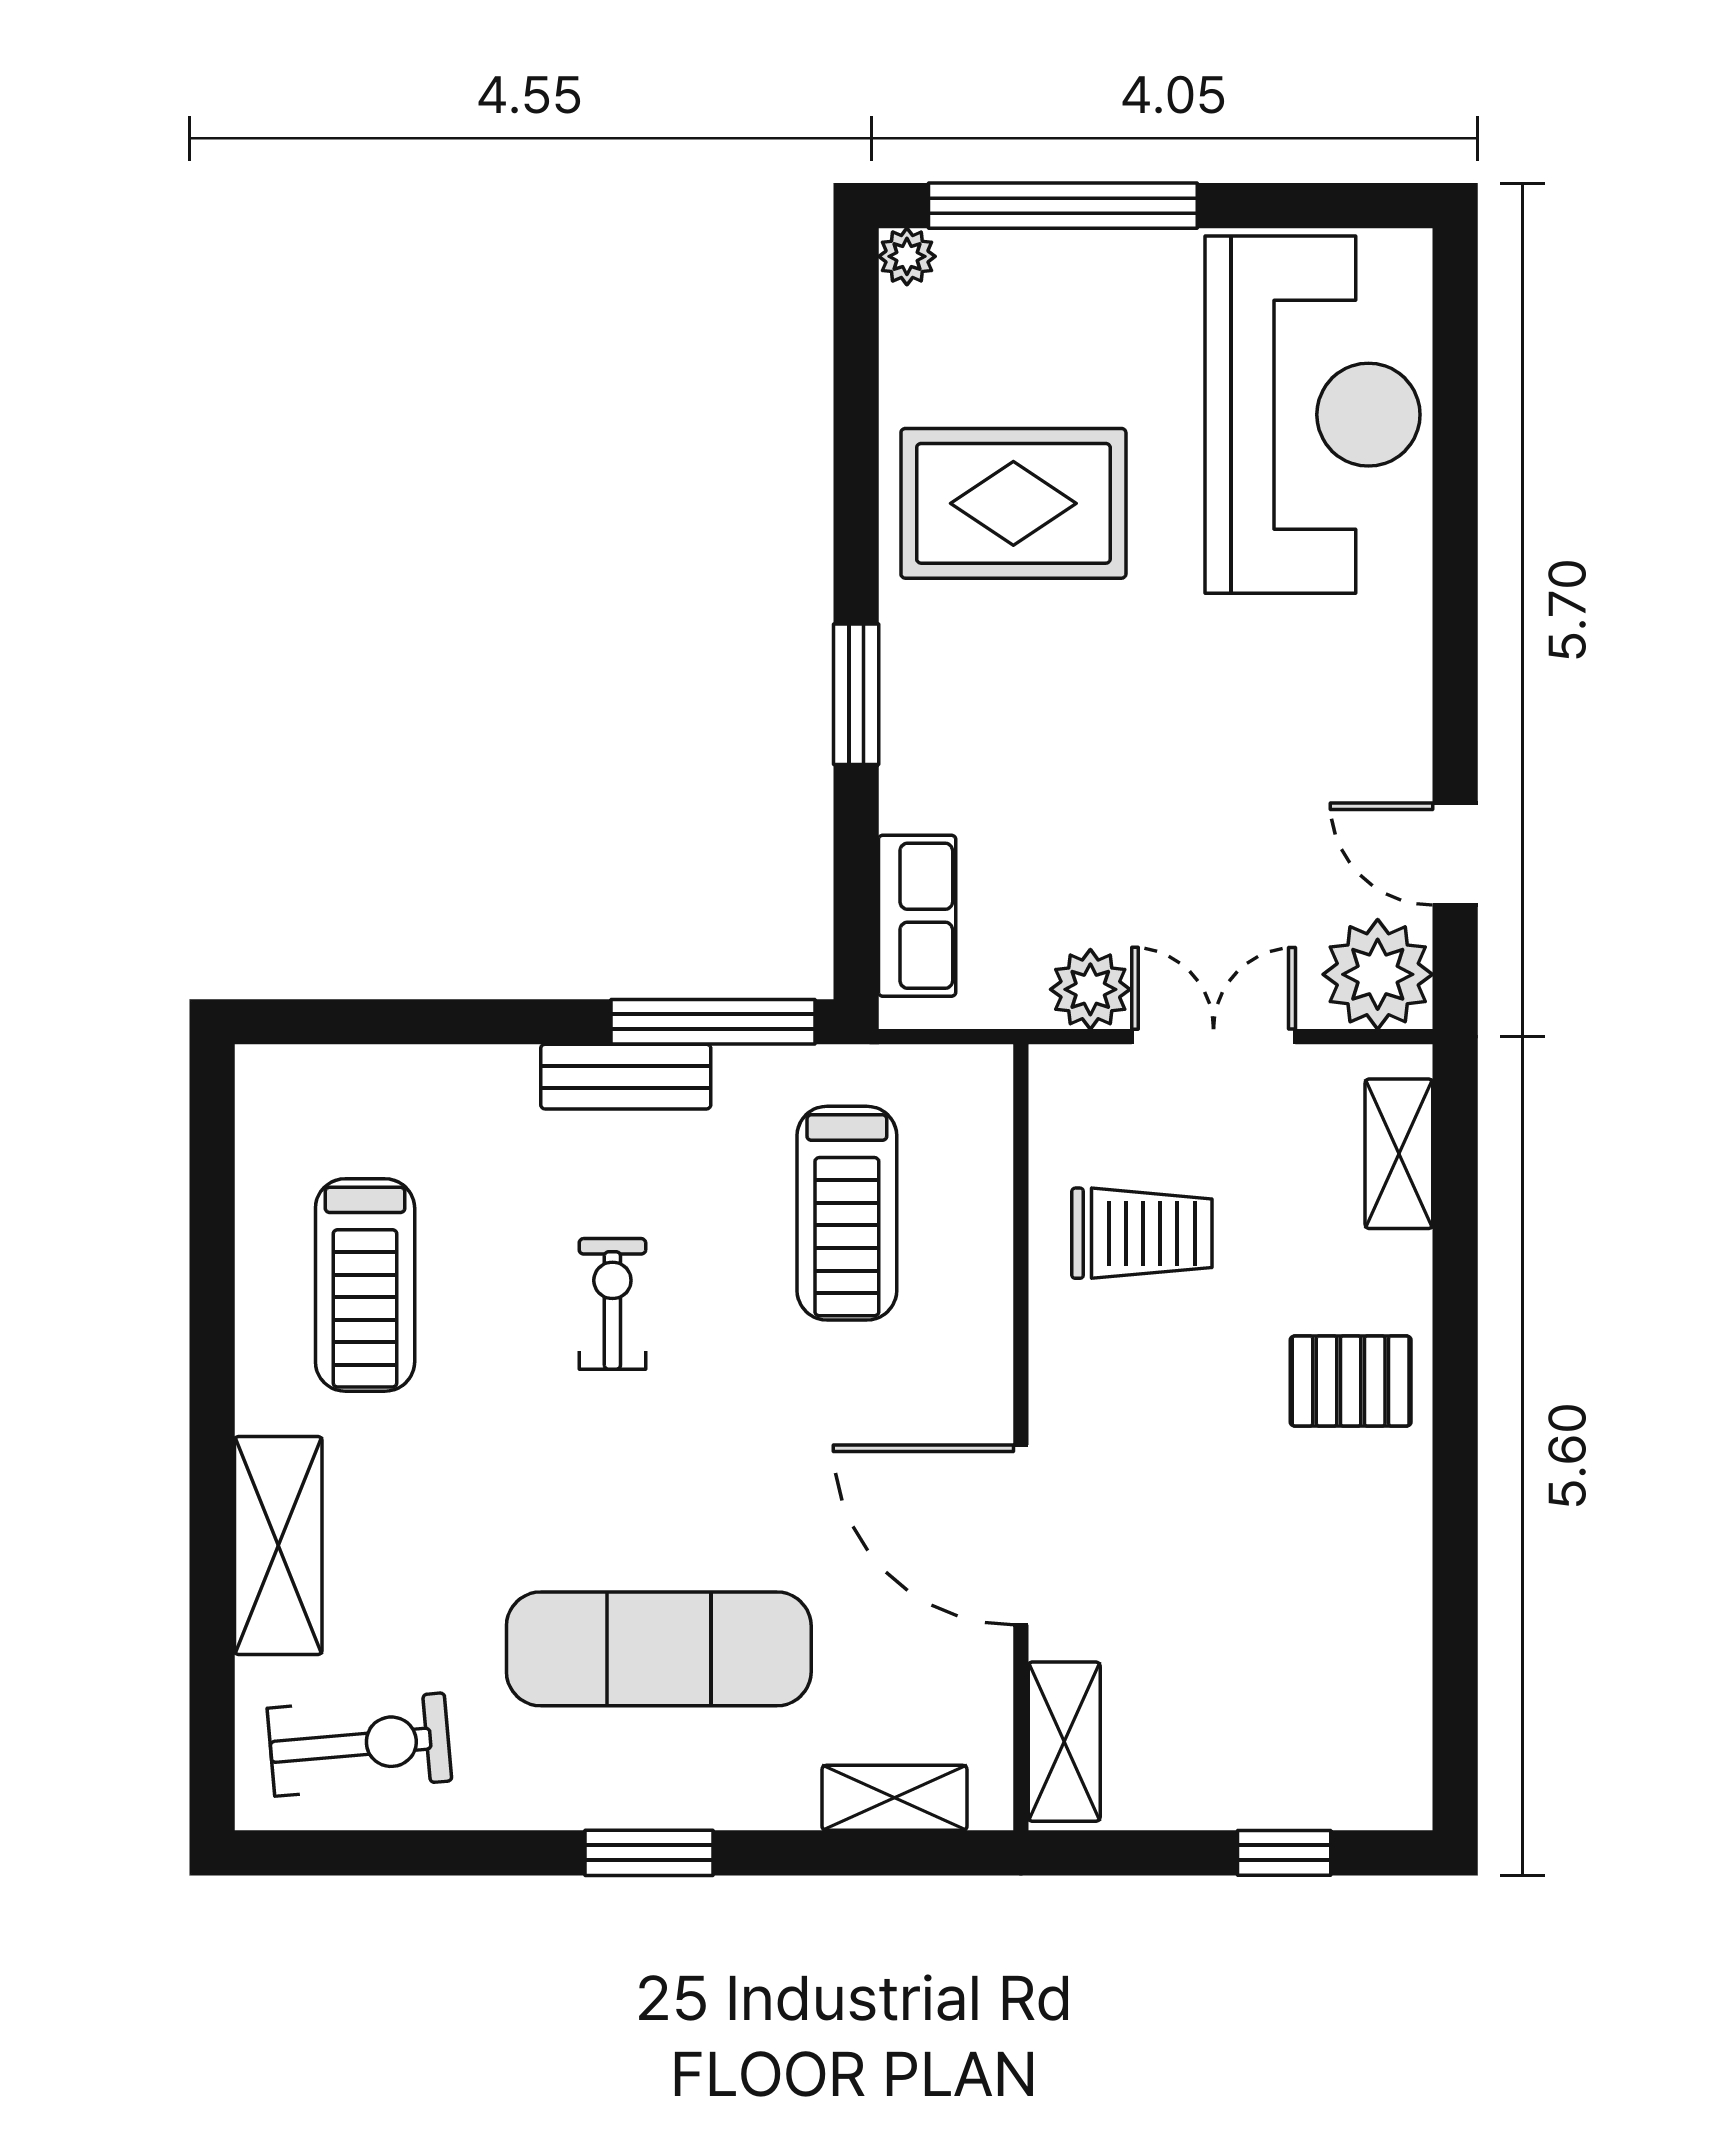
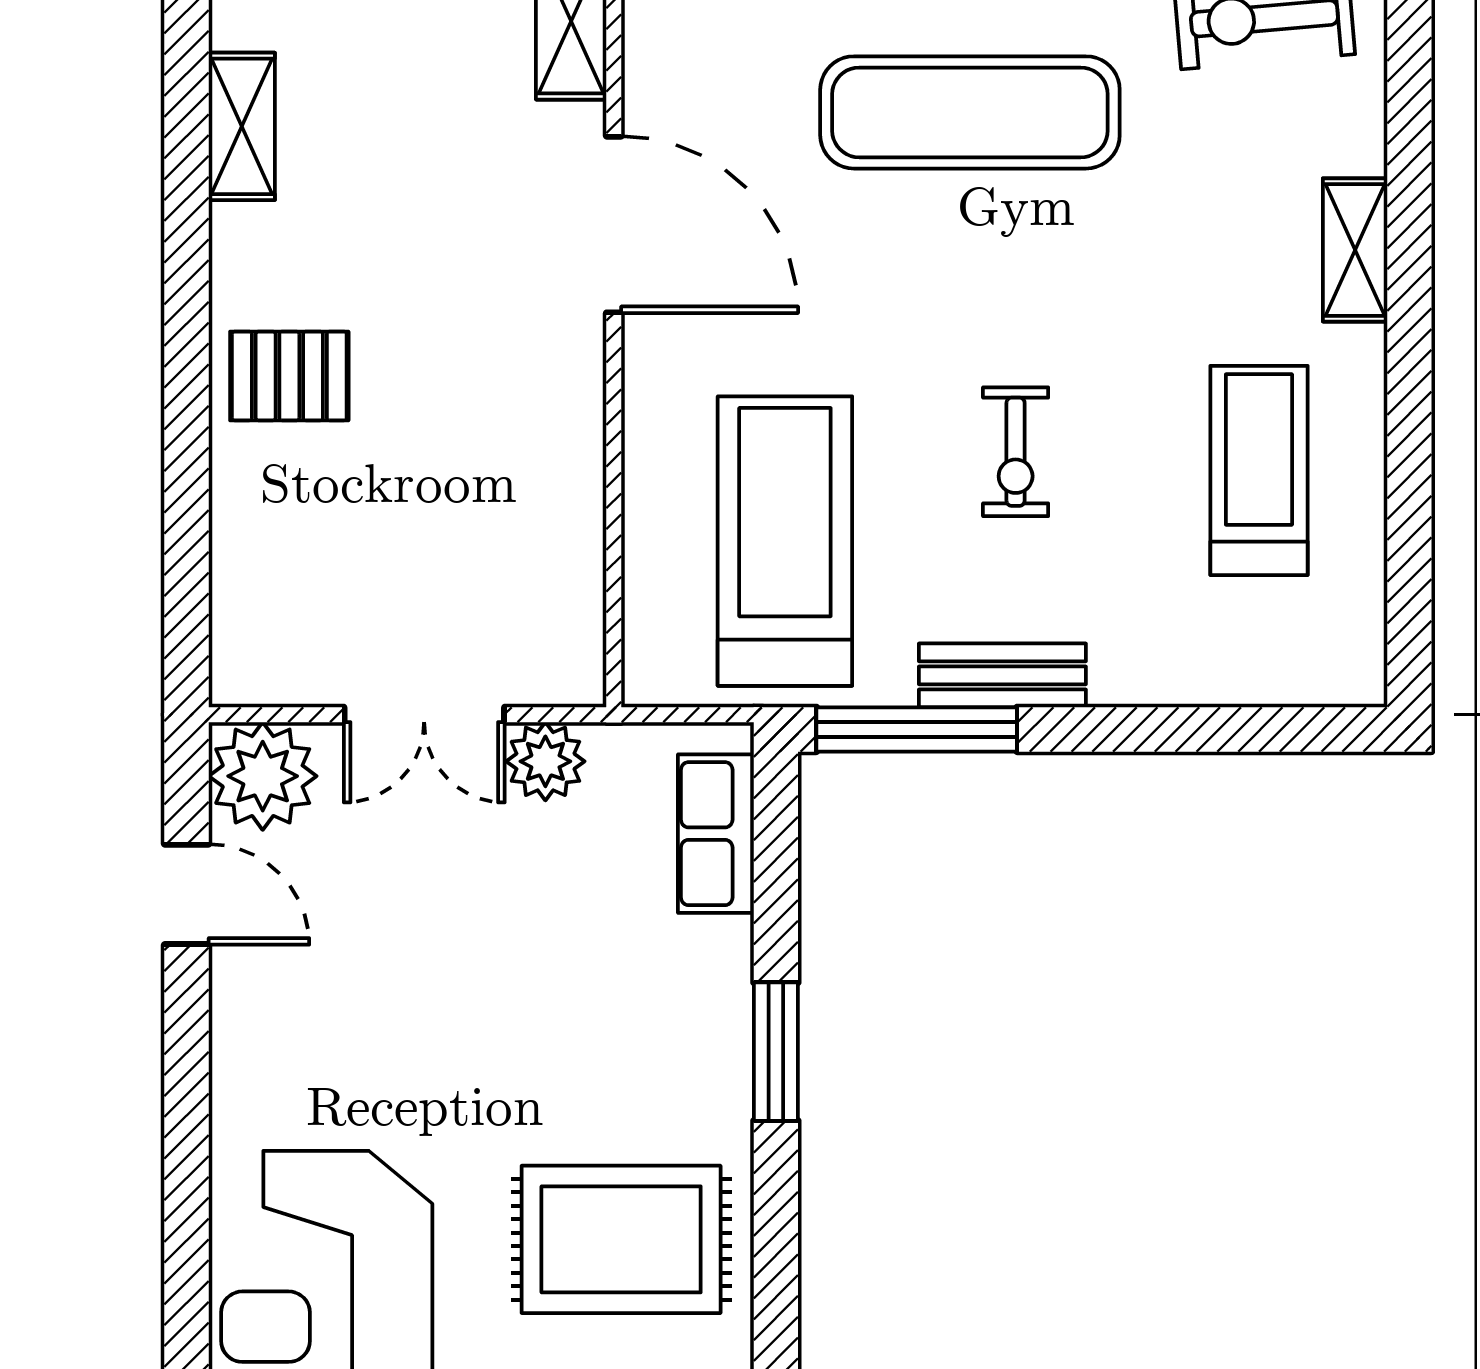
shelving: (1399, 1154) -> (242, 126), moved
treadmill: (847, 1213) -> (785, 541), width x1.37, depth x1.38
trolley: (1142, 1233) -> (495, 521), removed
shelving: (278, 1545) -> (1355, 250), width x0.67, depth x0.75

